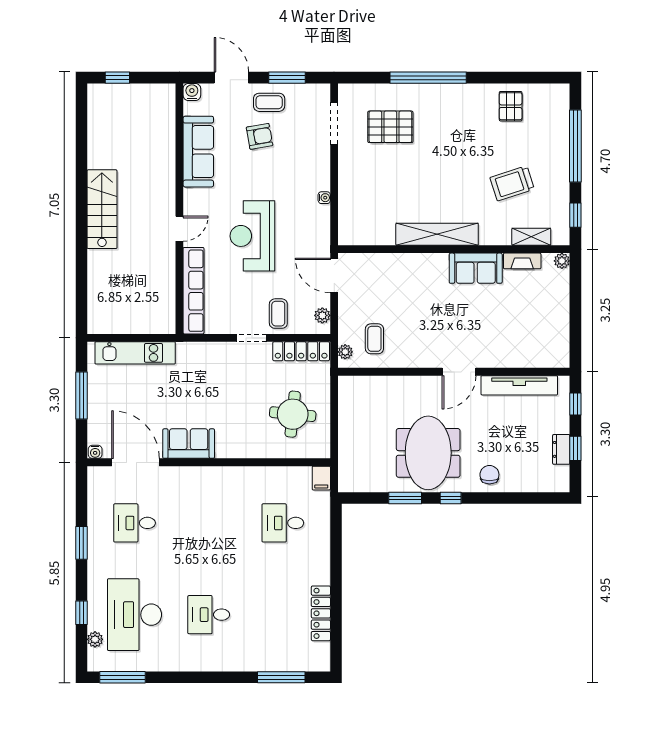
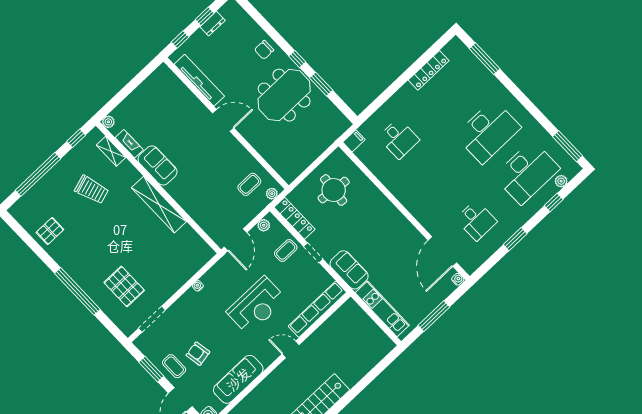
sofa: (189, 444) -> (349, 270), moved, turned 180
desk: (209, 615) -> (488, 131), width x1.87, depth x1.30

